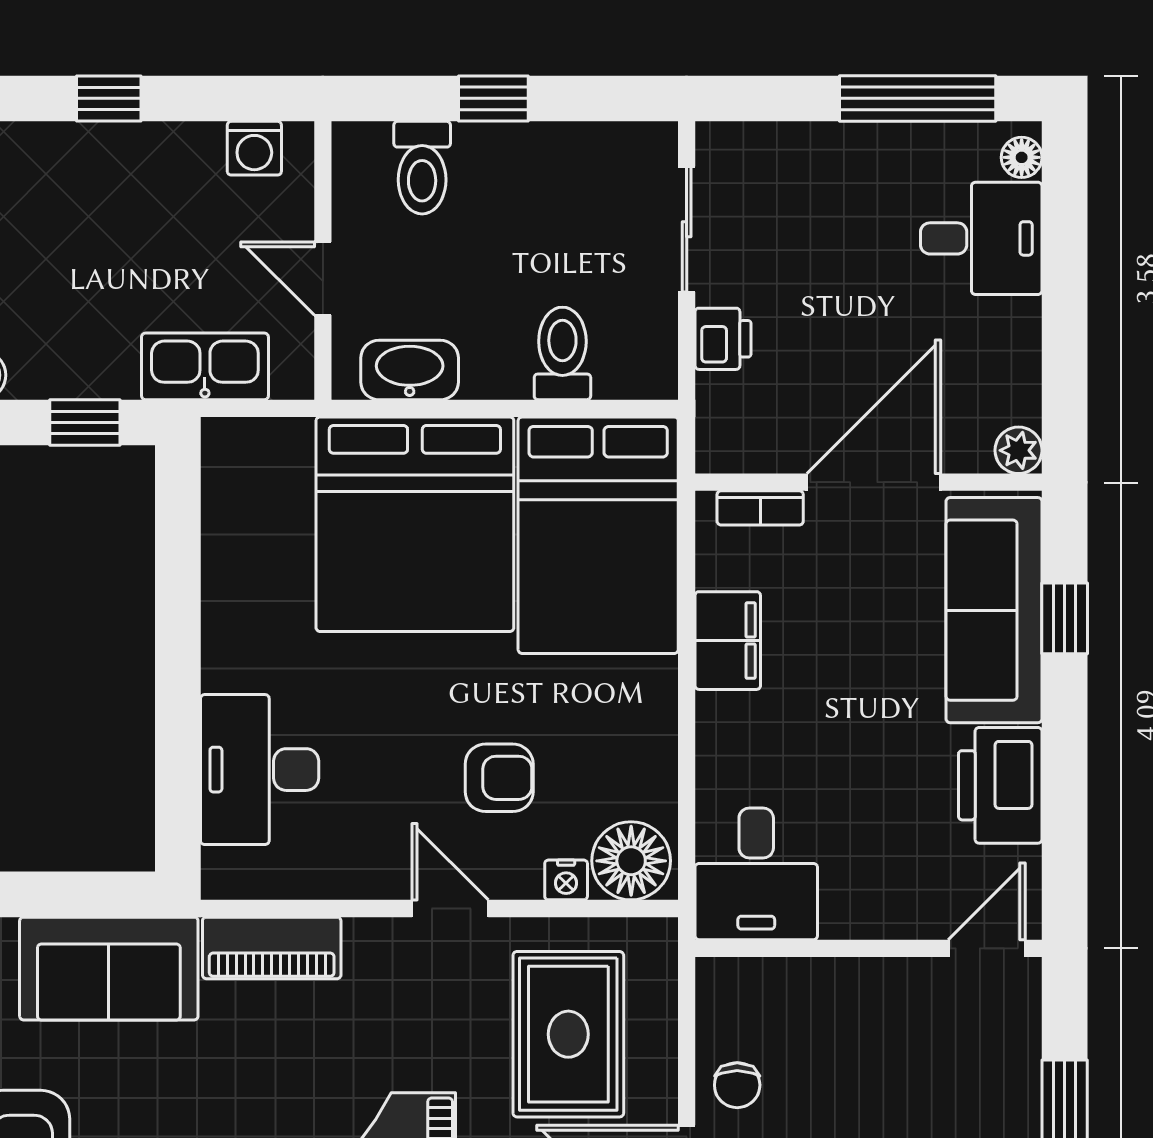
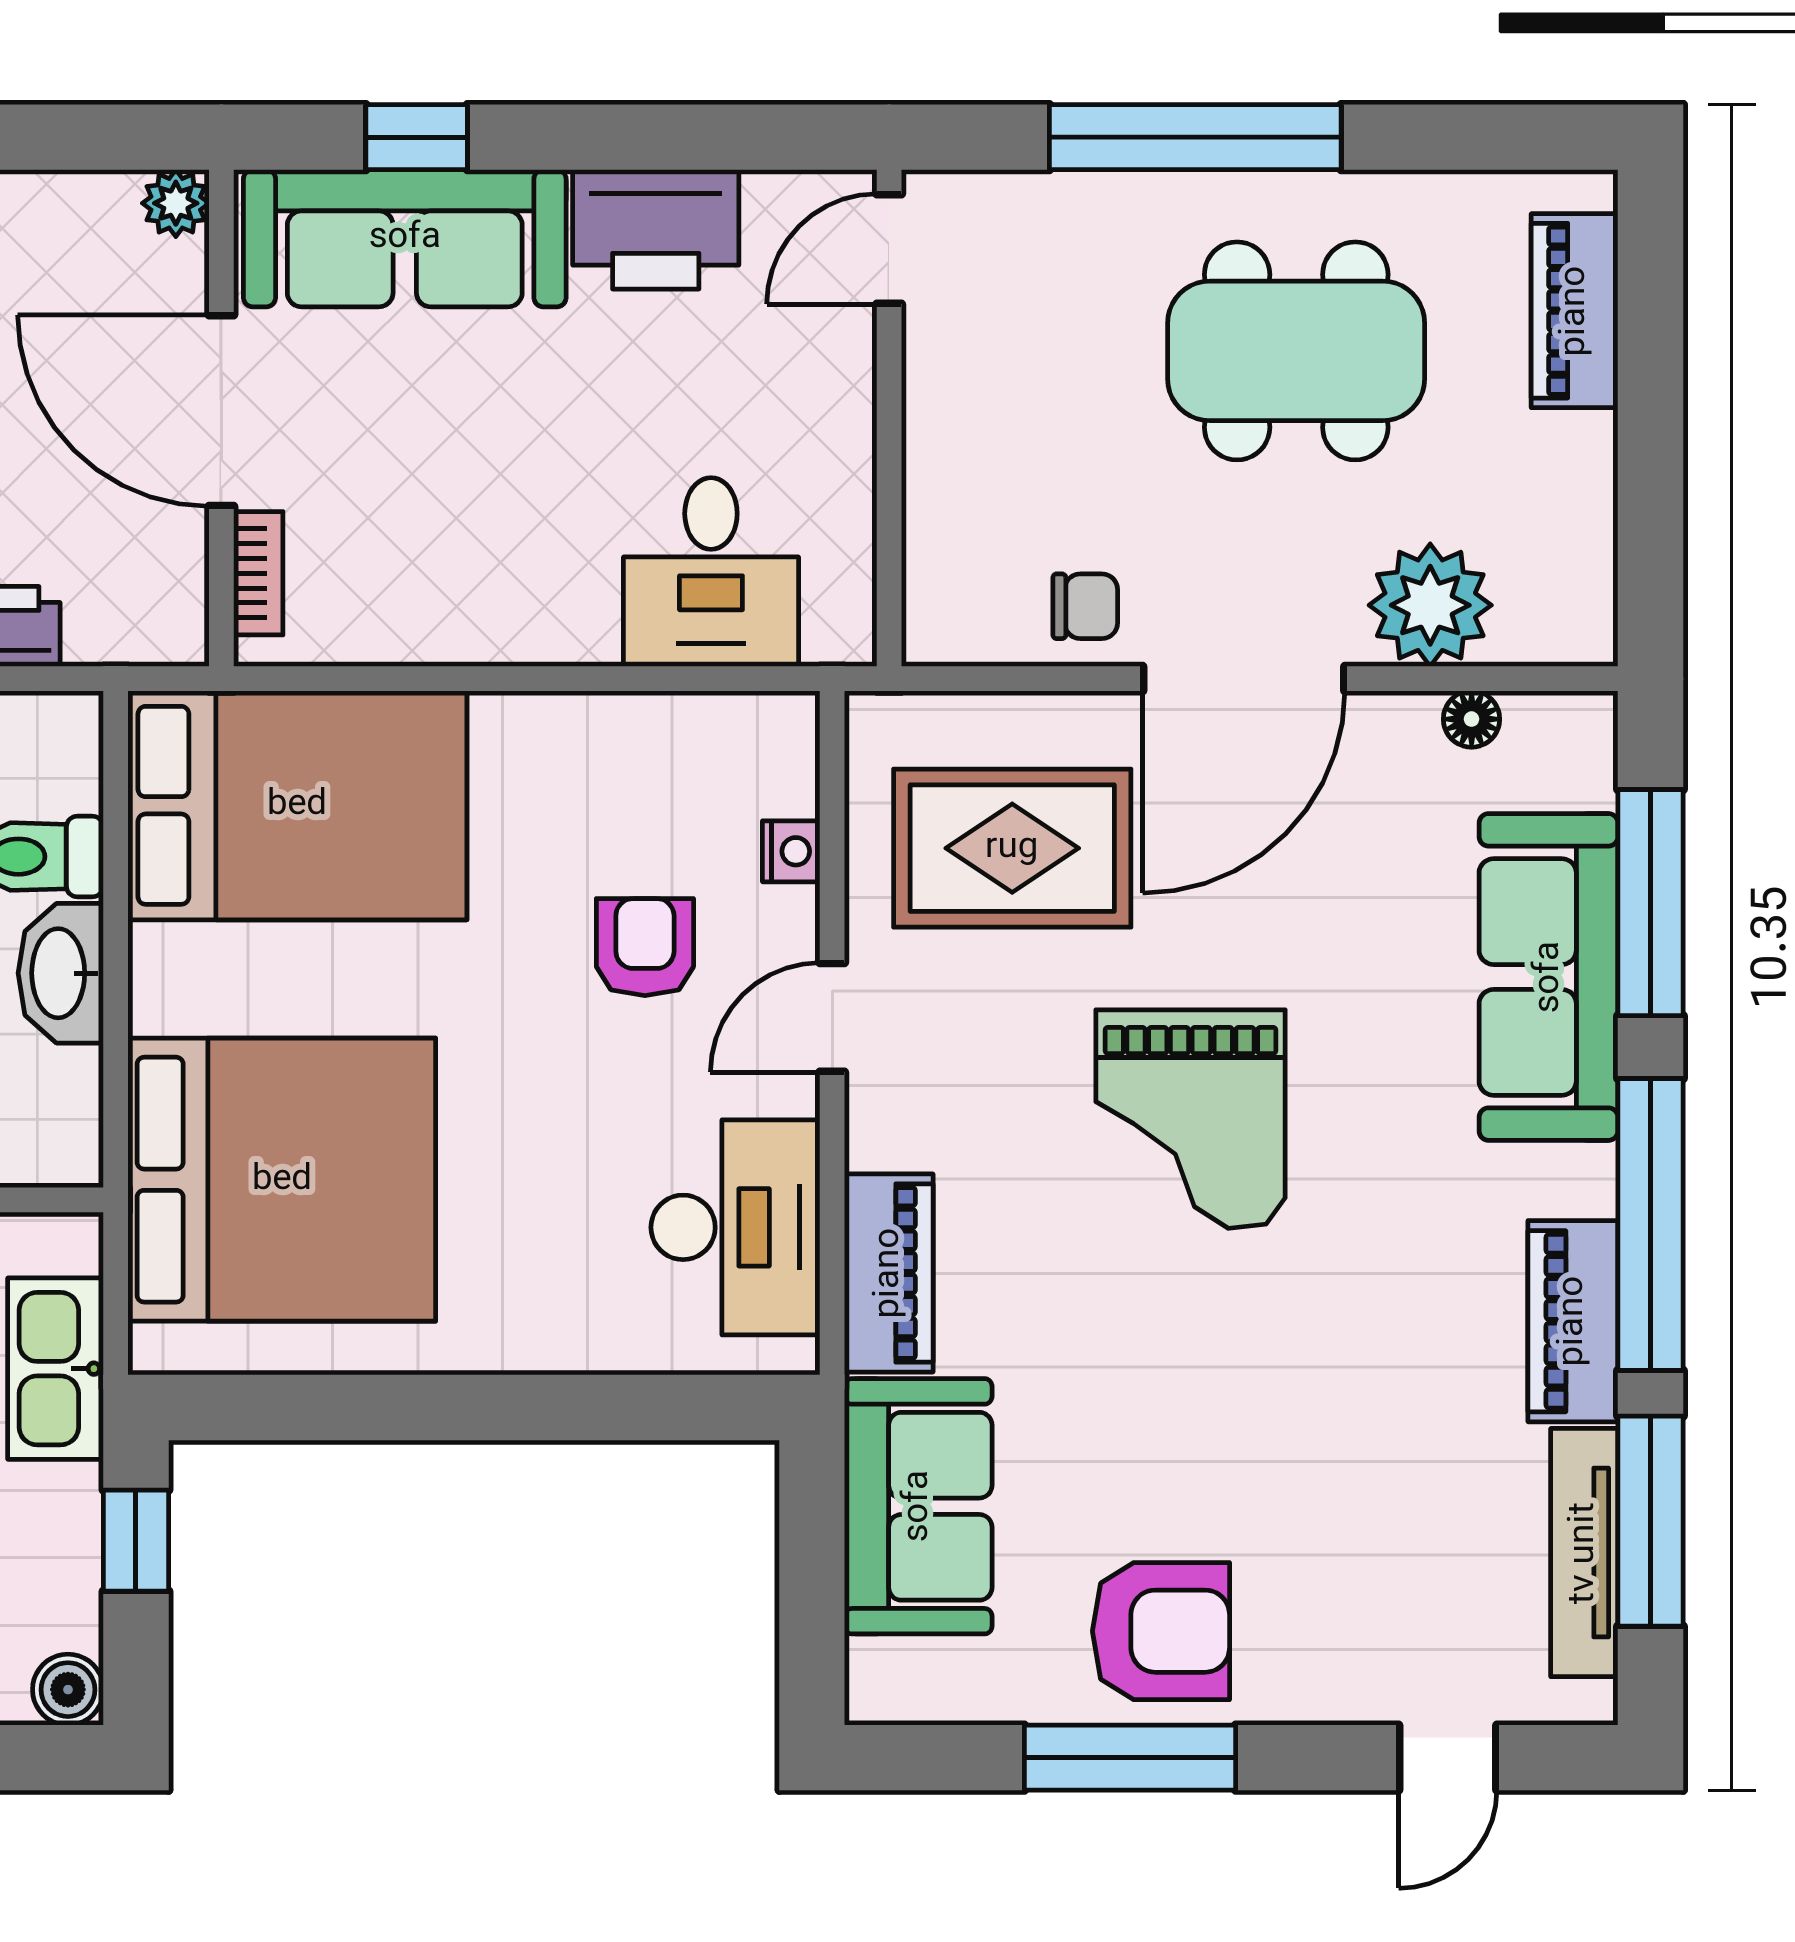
washbasin: (410, 370) -> (61, 973), moved
bed: (415, 524) -> (282, 1180), moved
filing cabinet: (728, 641) -> (448, 620), removed
desk: (260, 770) -> (735, 1227), moved, turned -90
floor lamp: (631, 861) -> (764, 758), removed
desk: (756, 874) -> (711, 572), moved, turned 90
door: (987, 948) -> (889, 249), hinge flipped

